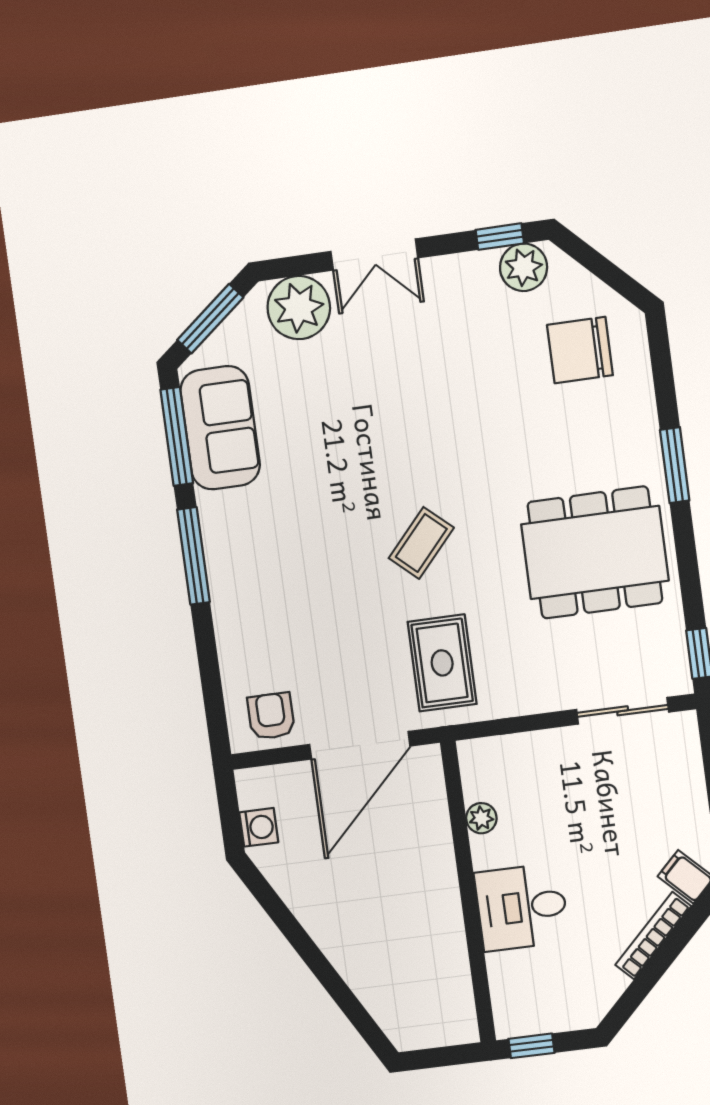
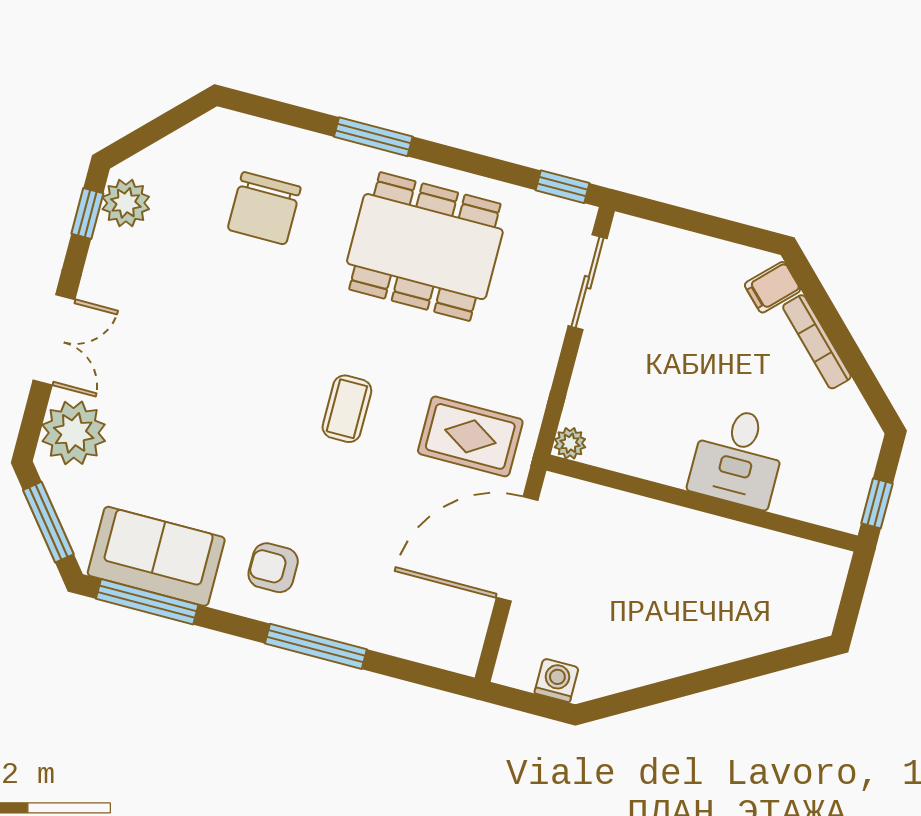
chair: (580, 350) -> (264, 208), moved
coffee table: (421, 543) -> (347, 409), turned 48
dining table: (595, 552) -> (425, 247), turned 90
window: (193, 556) -> (316, 646), moved
armchair: (271, 716) -> (273, 568), moved
door: (360, 745) -> (517, 549), swing flipped
plant: (481, 818) -> (570, 443), moved

